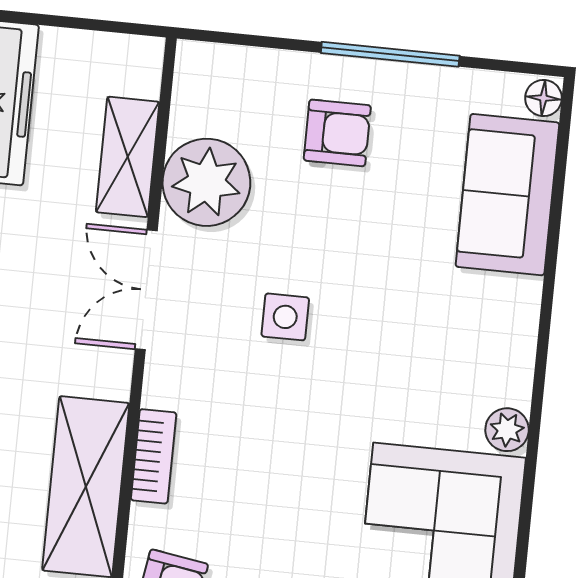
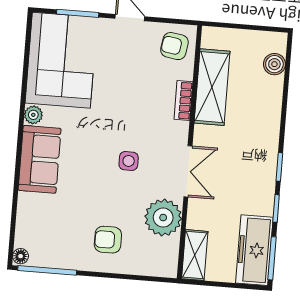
window: (390, 54) -> (47, 270), moved
shelving: (128, 157) -> (195, 255), moved
sofa: (507, 195) -> (40, 159), moved

